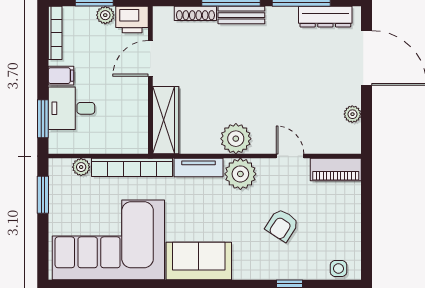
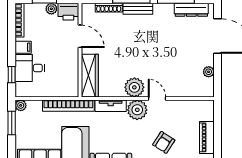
door: (150, 58) -> (80, 36), swing flipped
window: (43, 119) -> (12, 75), width x0.67
door: (290, 156) -> (157, 98), moved
plant: (81, 167) -> (21, 105), moved
piano: (336, 170) -> (207, 137), moved, turned 90

